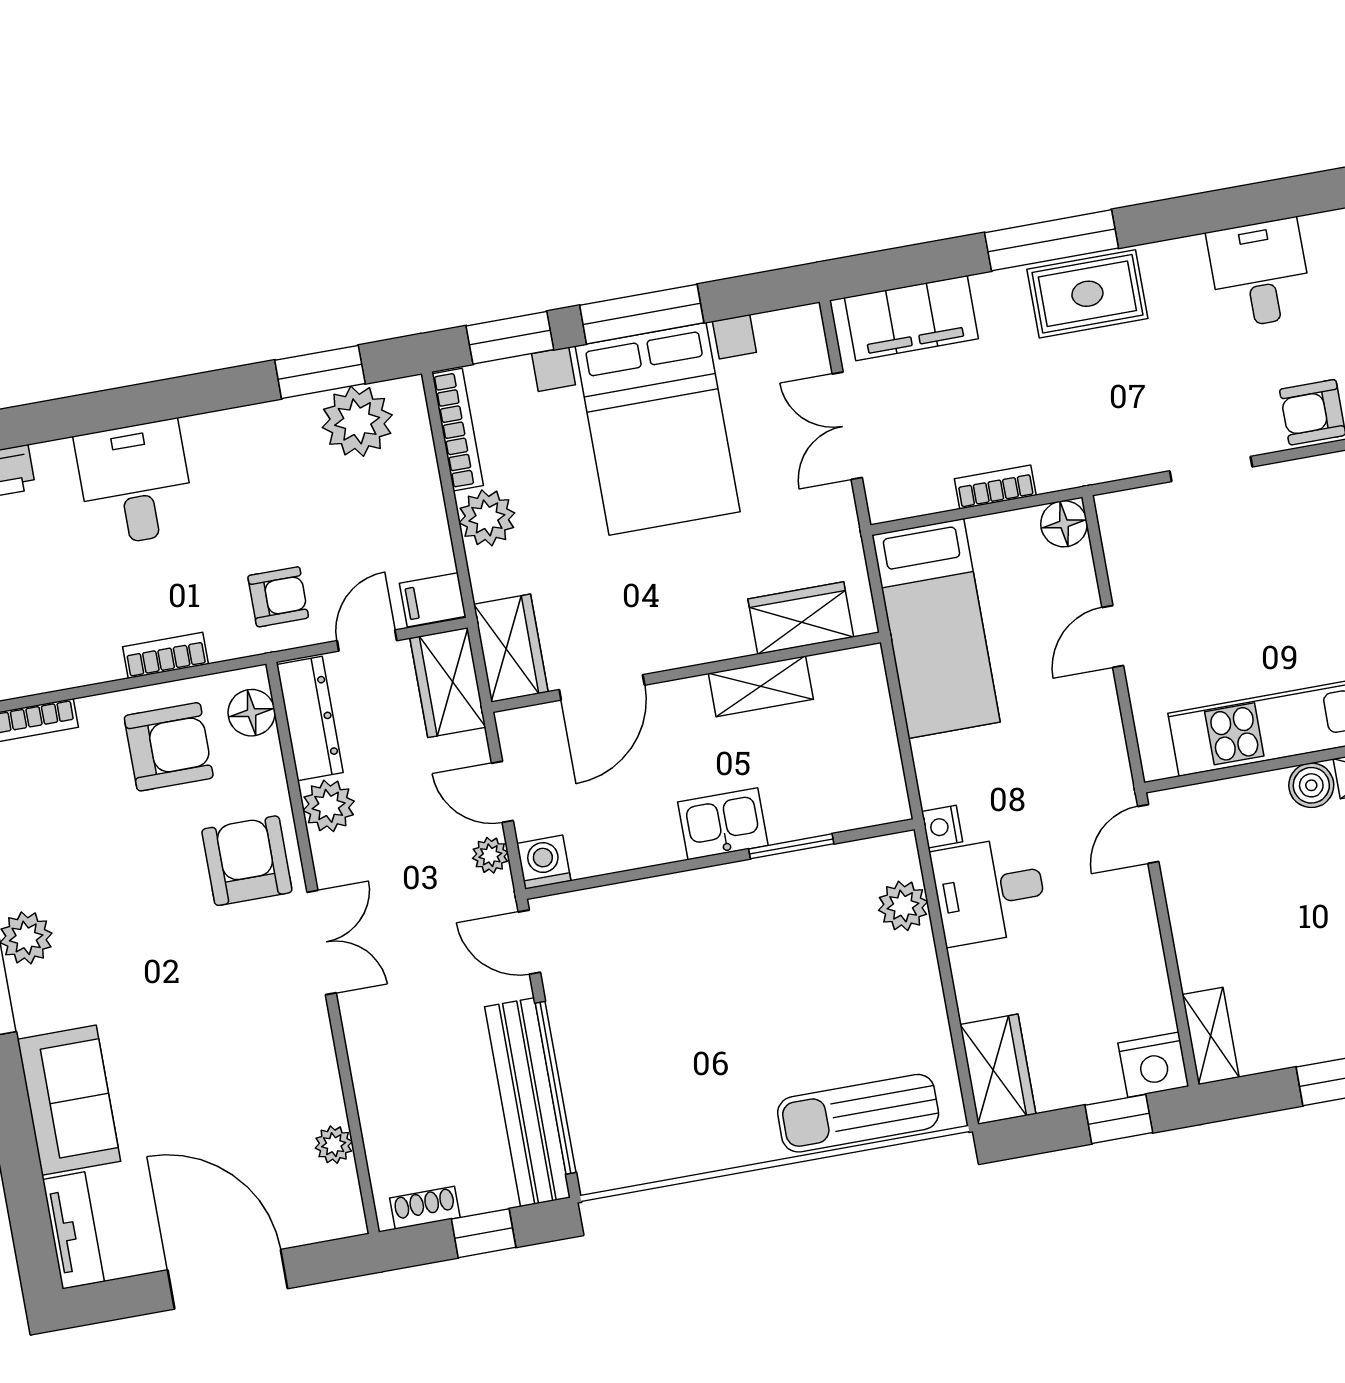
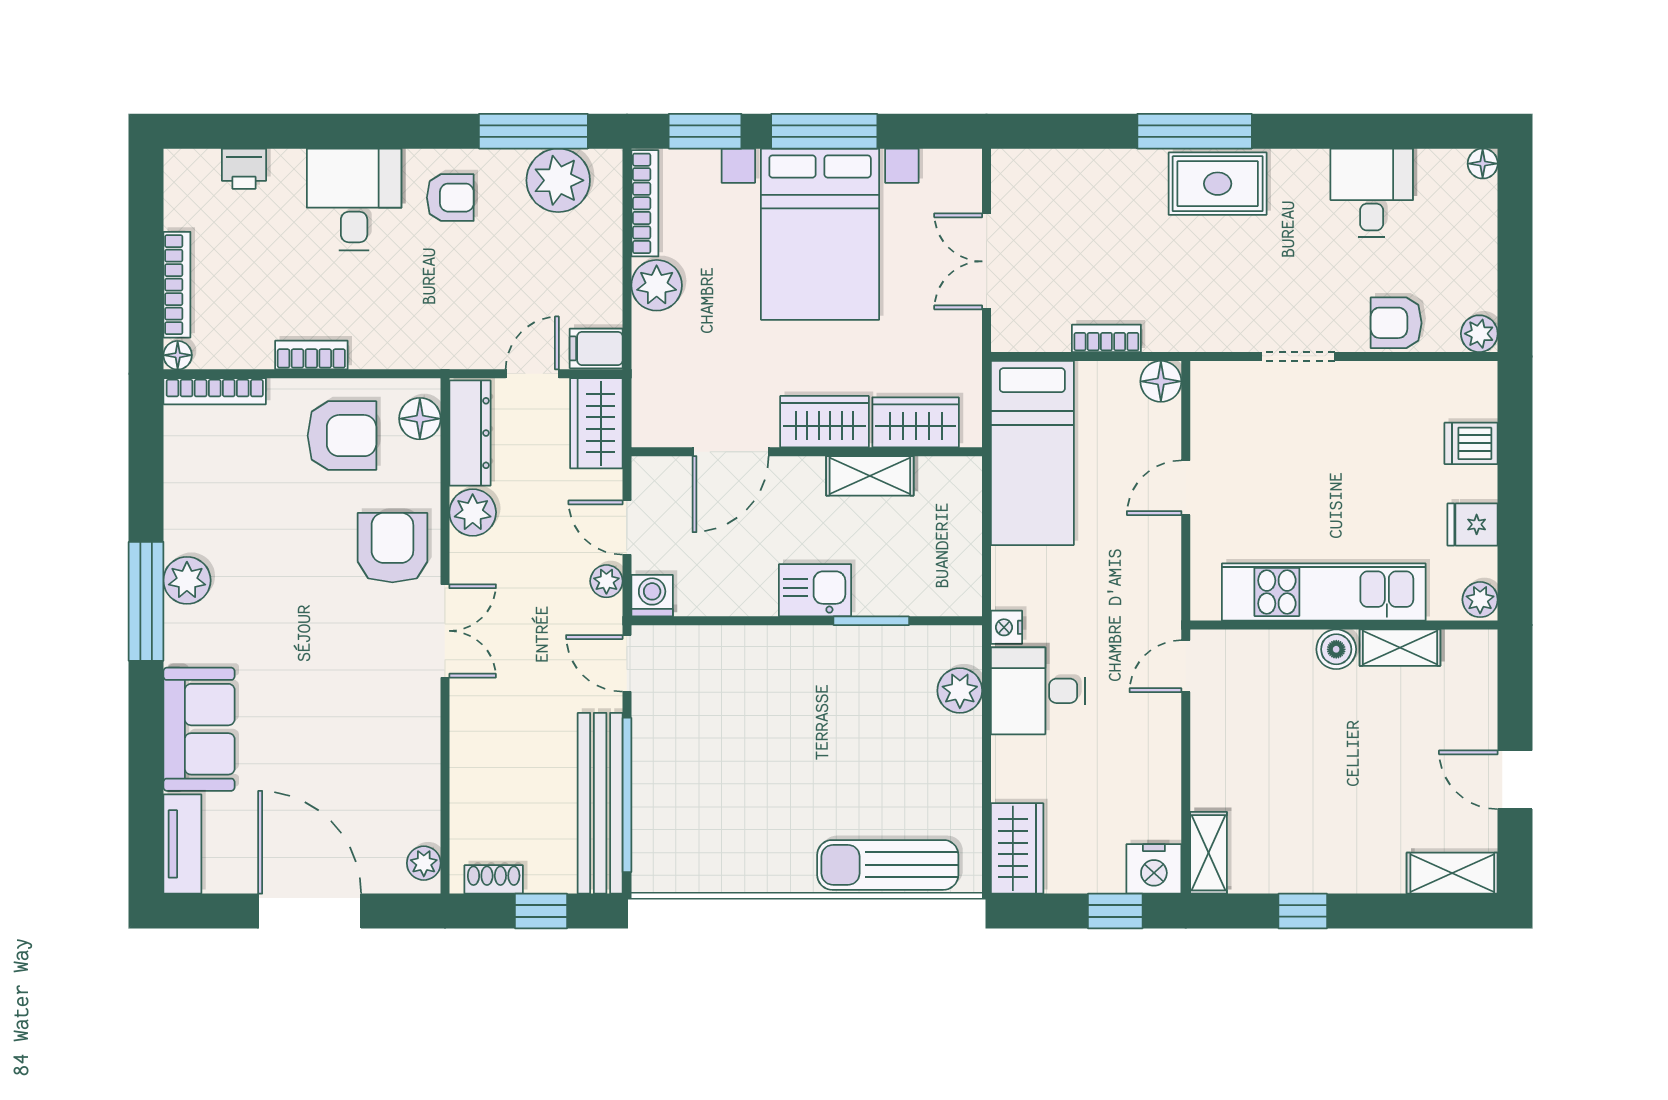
filing cabinet: (911, 318) -> (1060, 177), removed
window: (320, 372) -> (533, 131), width x1.44
armchair: (278, 597) -> (450, 198), moved
wardrobe: (511, 648) -> (825, 422), moved, turned -90
bookcase: (165, 655) -> (311, 355), moved
plant: (334, 1145) -> (424, 863), moved

